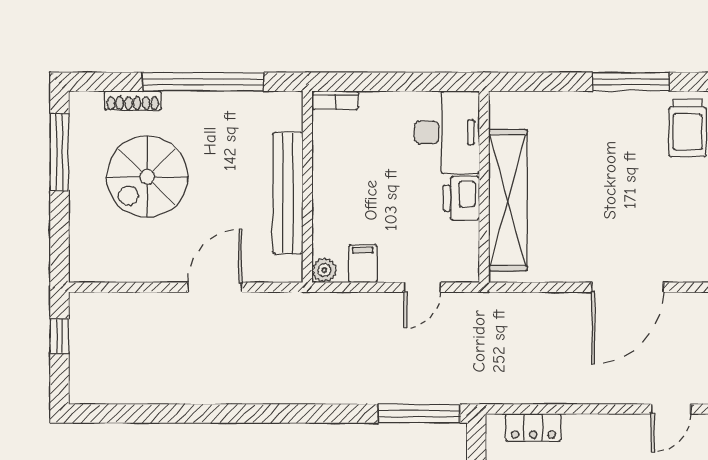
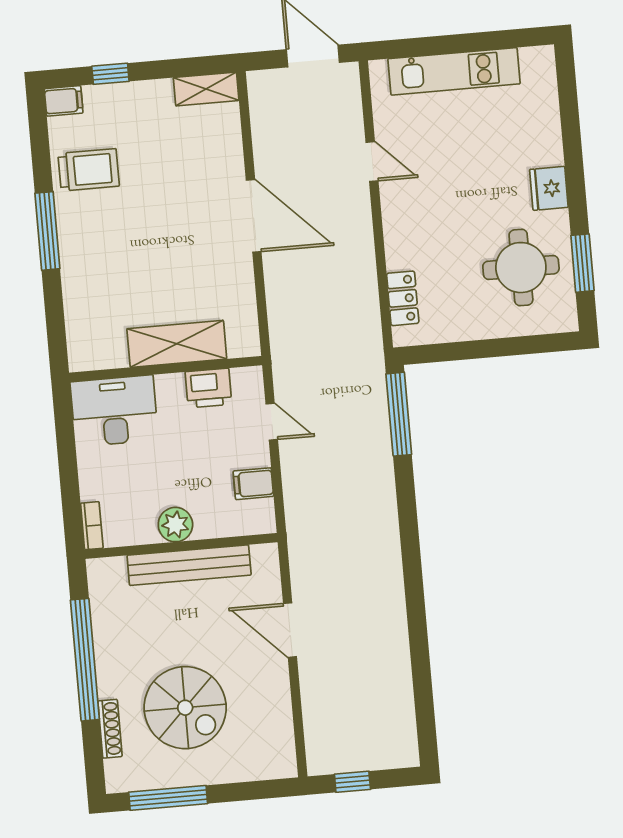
printer: (461, 198) -> (208, 388), moved
shelving: (508, 200) -> (177, 344), width x0.68
plant: (324, 270) -> (175, 525), moved, width x1.38, depth x1.38

